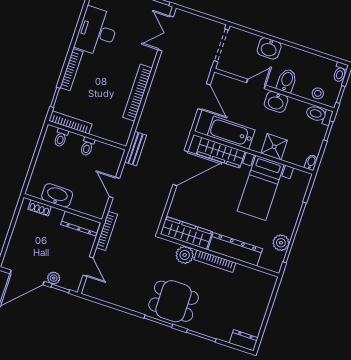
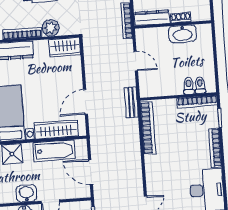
bookcase: (138, 93) -> (148, 128), moved
toilet: (87, 146) -> (189, 86), moved
door: (180, 168) -> (85, 102), width x0.73
shoe rack: (40, 208) -> (181, 18), moved
wardrobe: (186, 233) -> (65, 47), width x0.67

